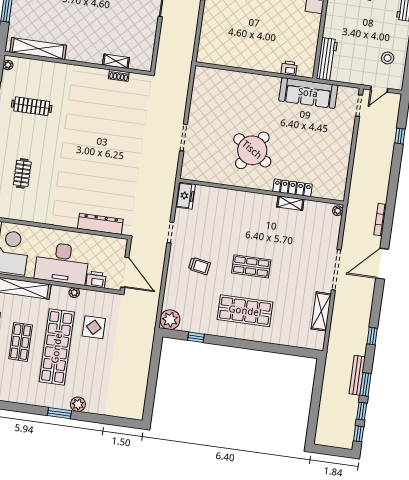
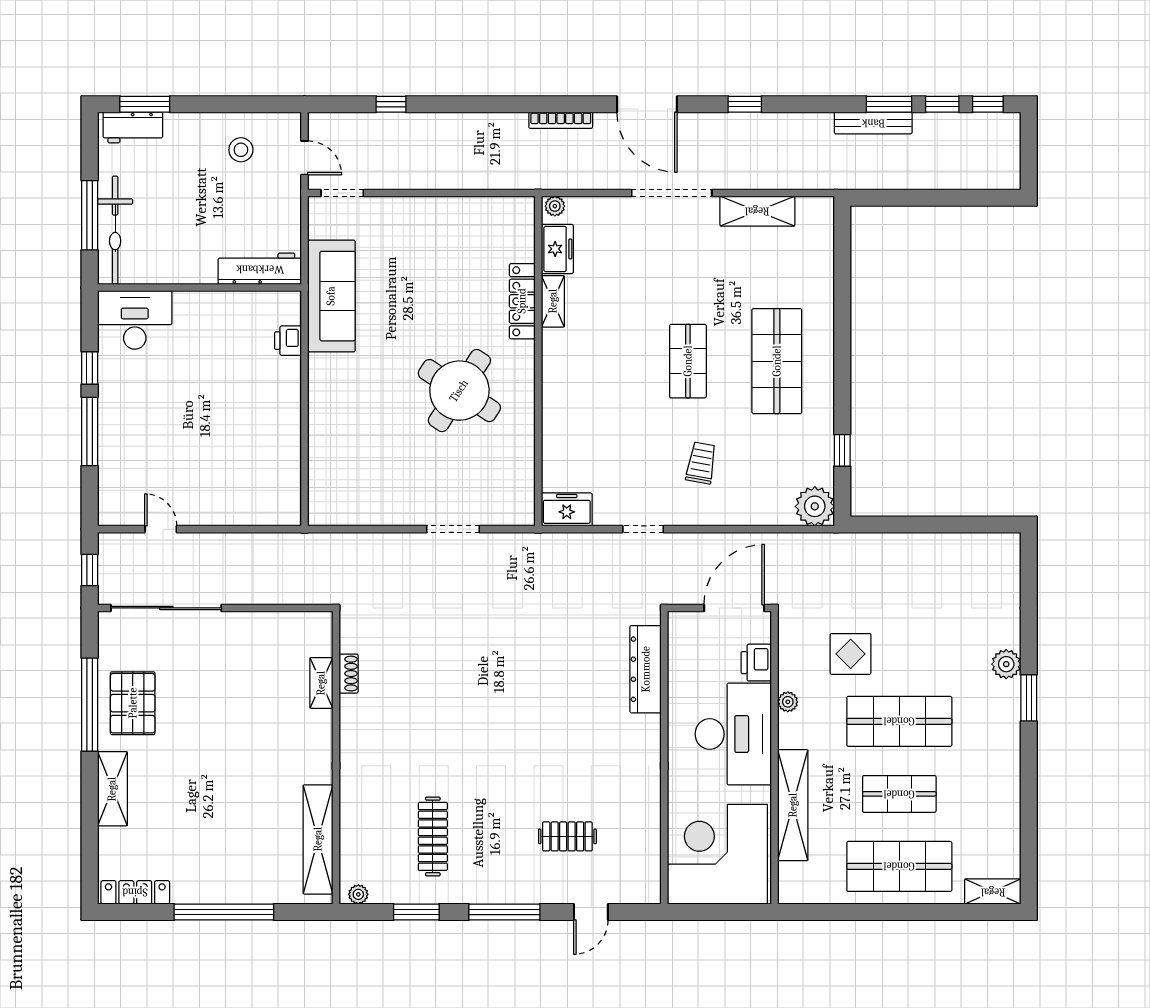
freezer: (316, 209) -> (557, 249), added
window: (372, 336) -> (745, 104), moved
shop shelf: (57, 347) -> (899, 721), width x0.71

